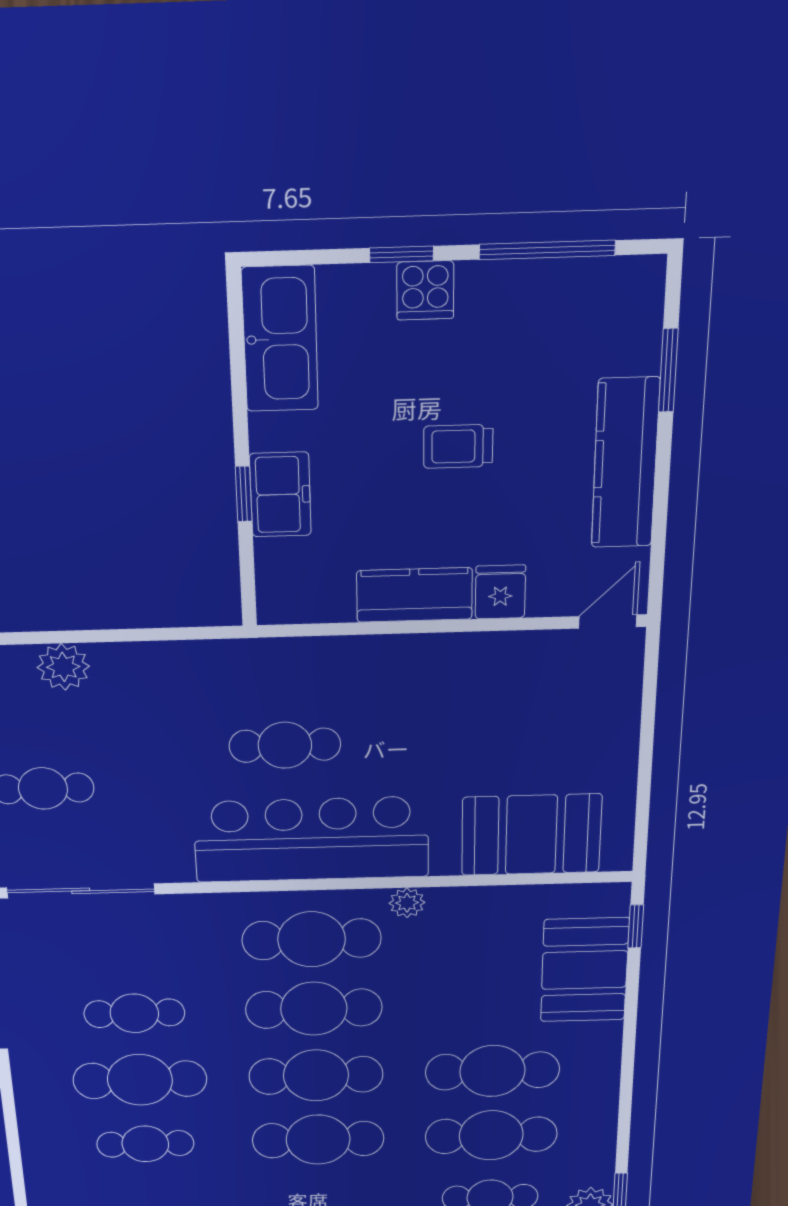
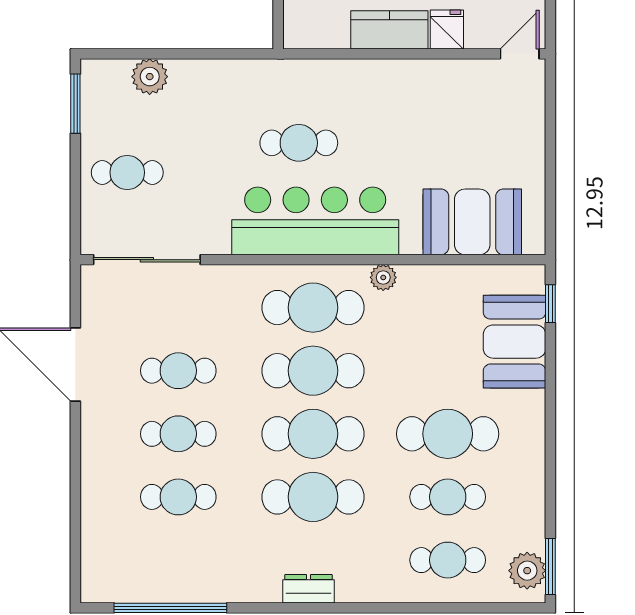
cafe table: (140, 1080) -> (178, 434), width x0.73, depth x0.74
cafe table: (491, 1135) -> (448, 497), width x0.73, depth x0.74

